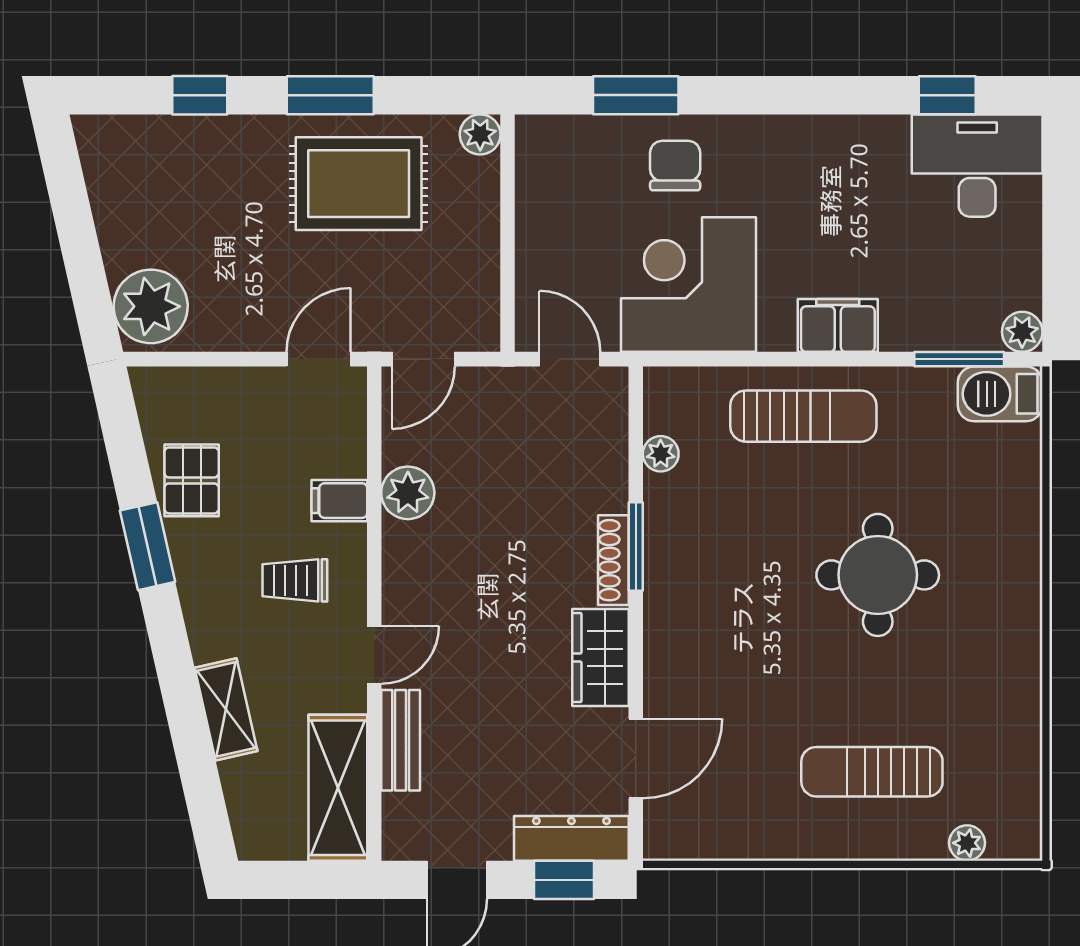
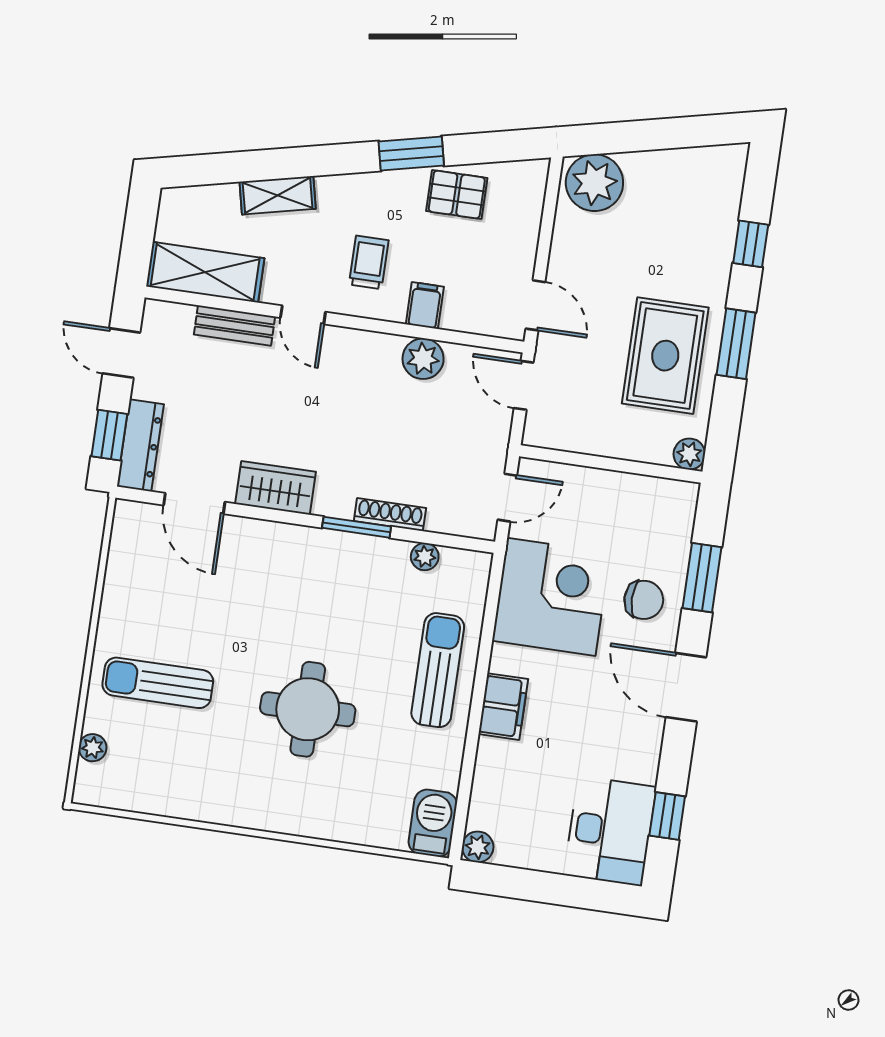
door: (779, 95) -> (686, 687), added
window: (959, 359) -> (464, 796), removed
sun lounger: (803, 416) -> (438, 670), turned 180
shoe rack: (613, 560) -> (390, 515), moved
sun lounger: (872, 772) -> (158, 683), turned -90

